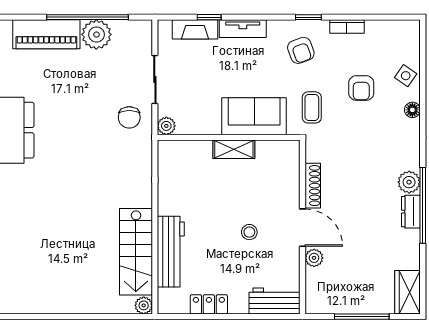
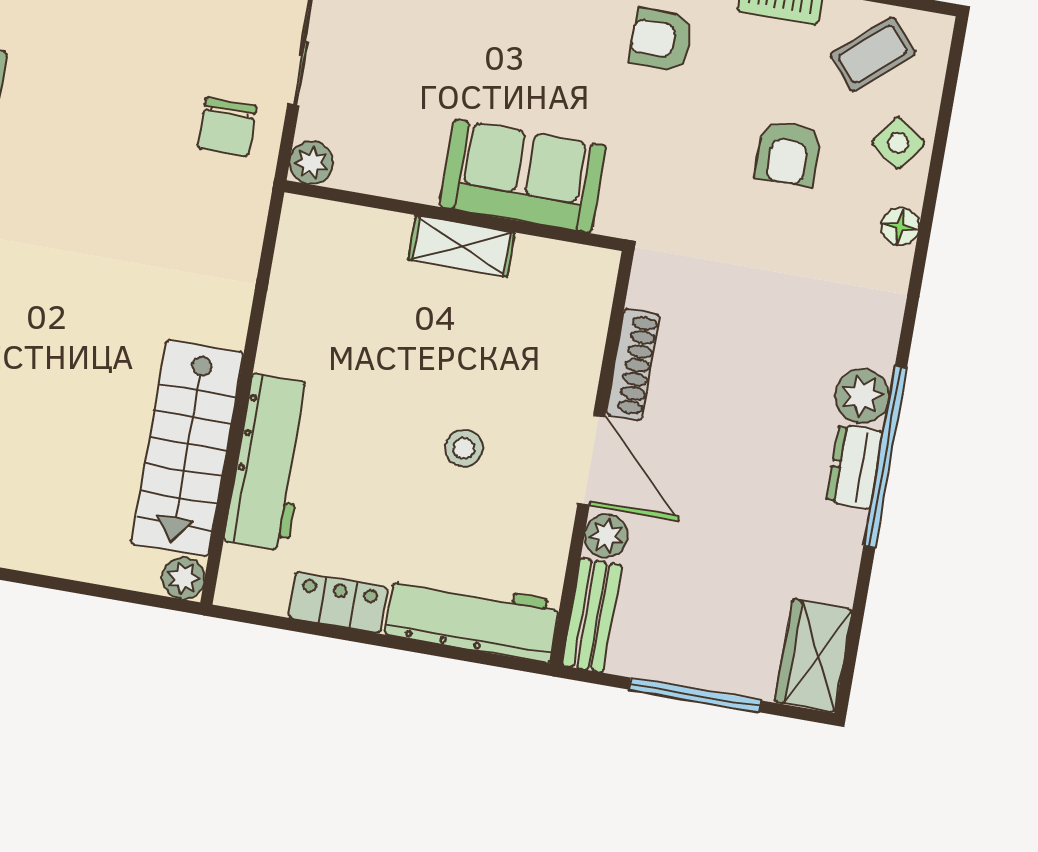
armchair: (301, 50) -> (661, 40), turned 110
coffee table: (312, 107) -> (873, 54), moved, turned 49
bench: (314, 291) -> (592, 615), added
workbench: (275, 301) -> (472, 618), width x1.38

